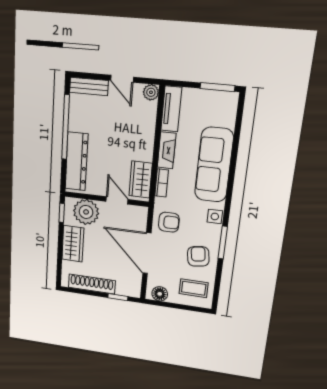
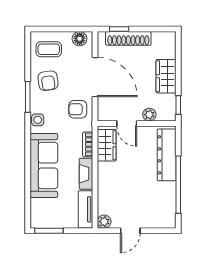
door: (122, 79) -> (130, 231), swing flipped
bench: (89, 86) -> (159, 222), removed
plant: (86, 212) -> (149, 115), width x0.53, depth x0.53
shoe rack: (92, 284) -> (128, 38), moved

